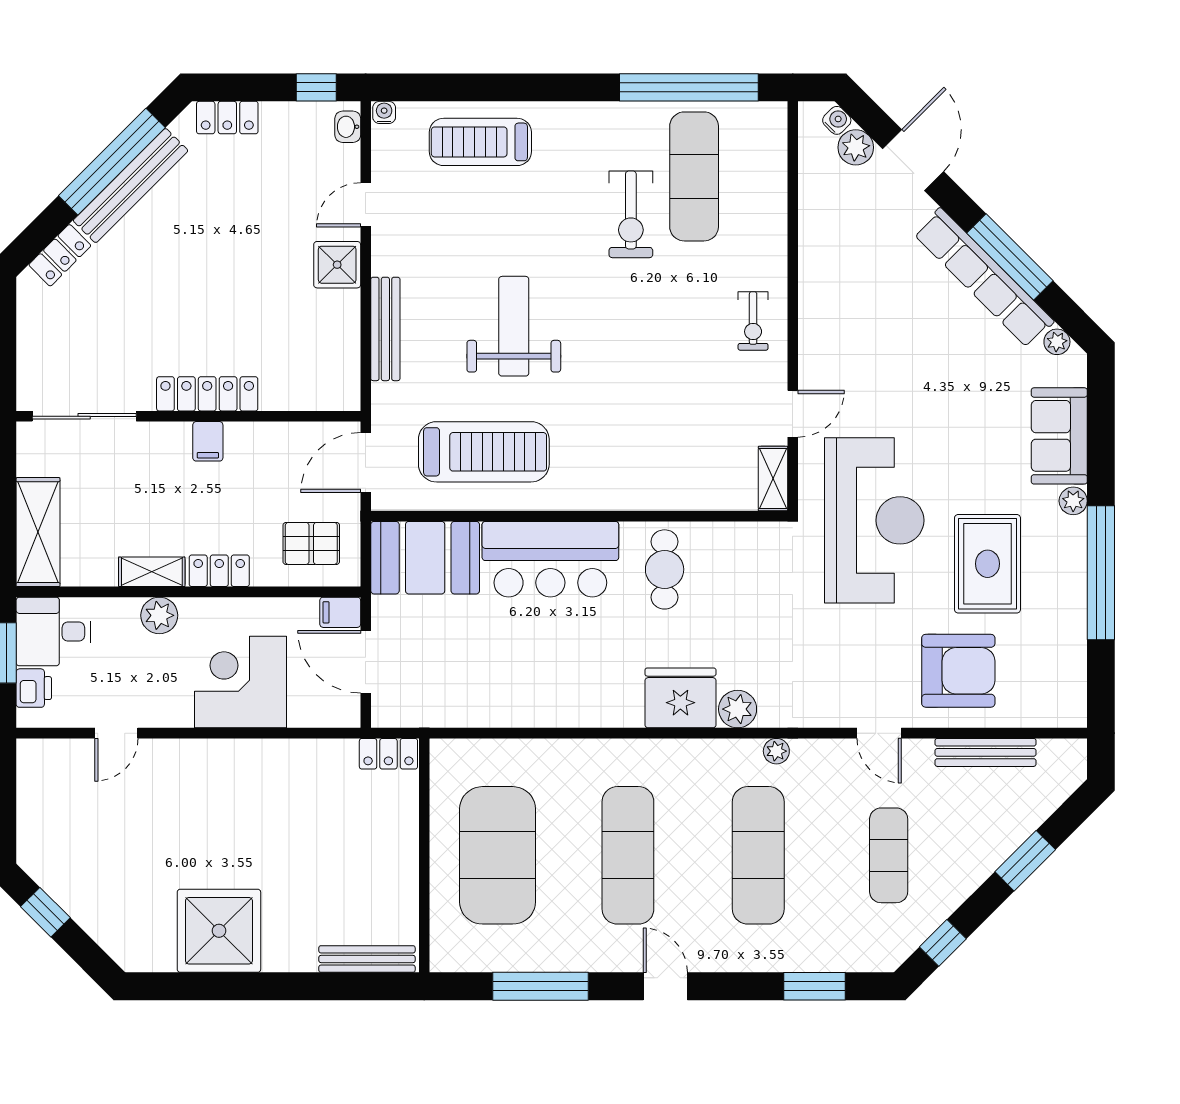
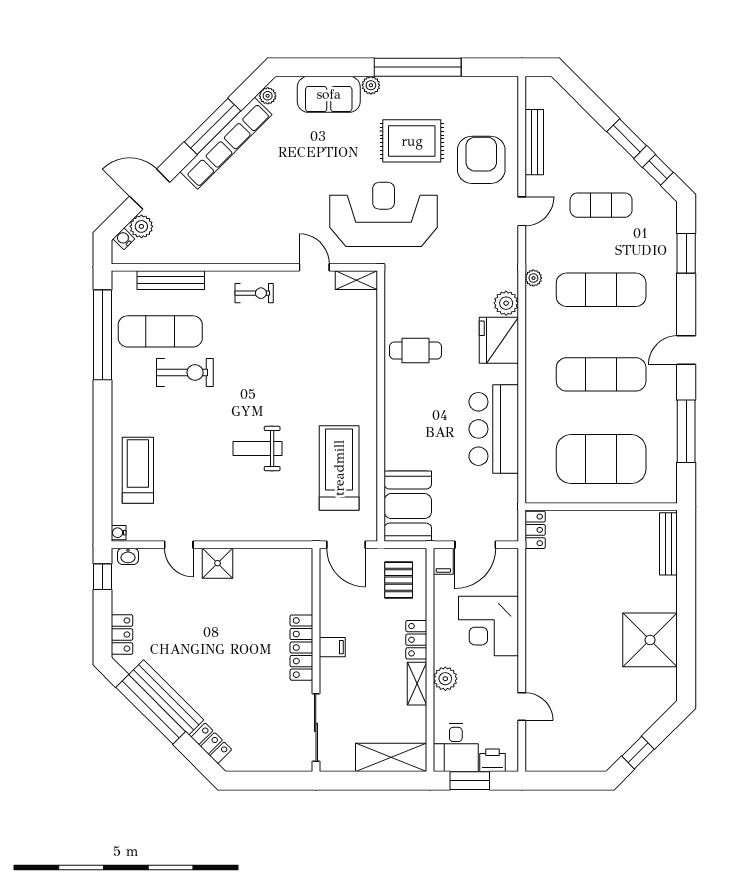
treadmill: (480, 142) -> (138, 470), turned 180
weight bench: (514, 326) -> (258, 448), width x0.73, depth x0.75
bench: (385, 329) -> (171, 280), moved
bar counter: (550, 559) -> (494, 429), moved, turned 180
window: (1025, 861) -> (627, 139), moved

